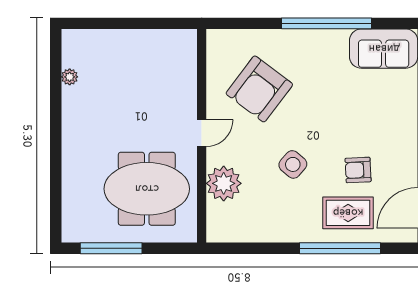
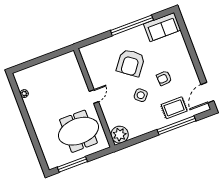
armchair: (259, 89) -> (131, 63), moved
armchair: (358, 170) -> (164, 78), moved
plant: (224, 183) -> (120, 135), moved

